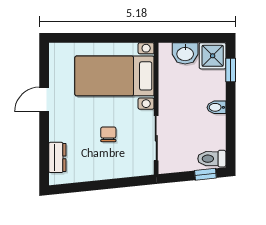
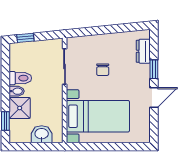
shower: (213, 56) -> (20, 108), moved
window: (44, 135) -> (154, 69), added
toilet: (212, 159) -> (20, 78), moved

